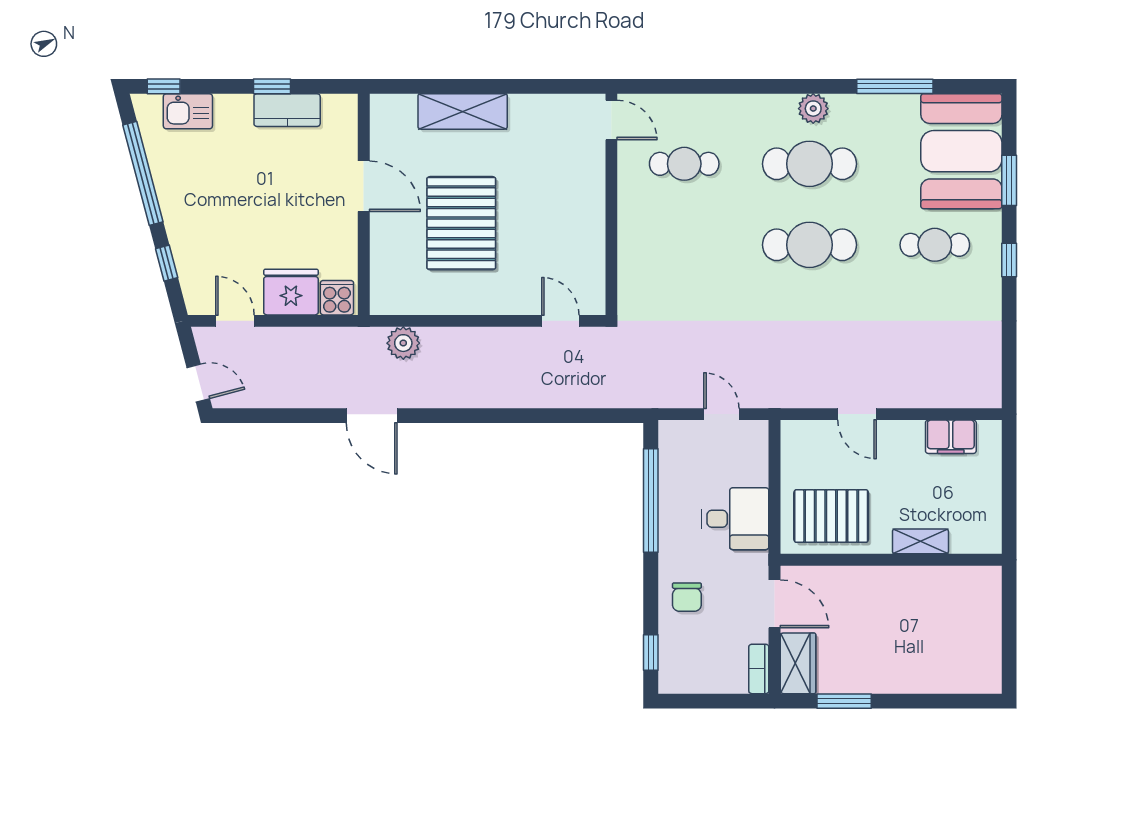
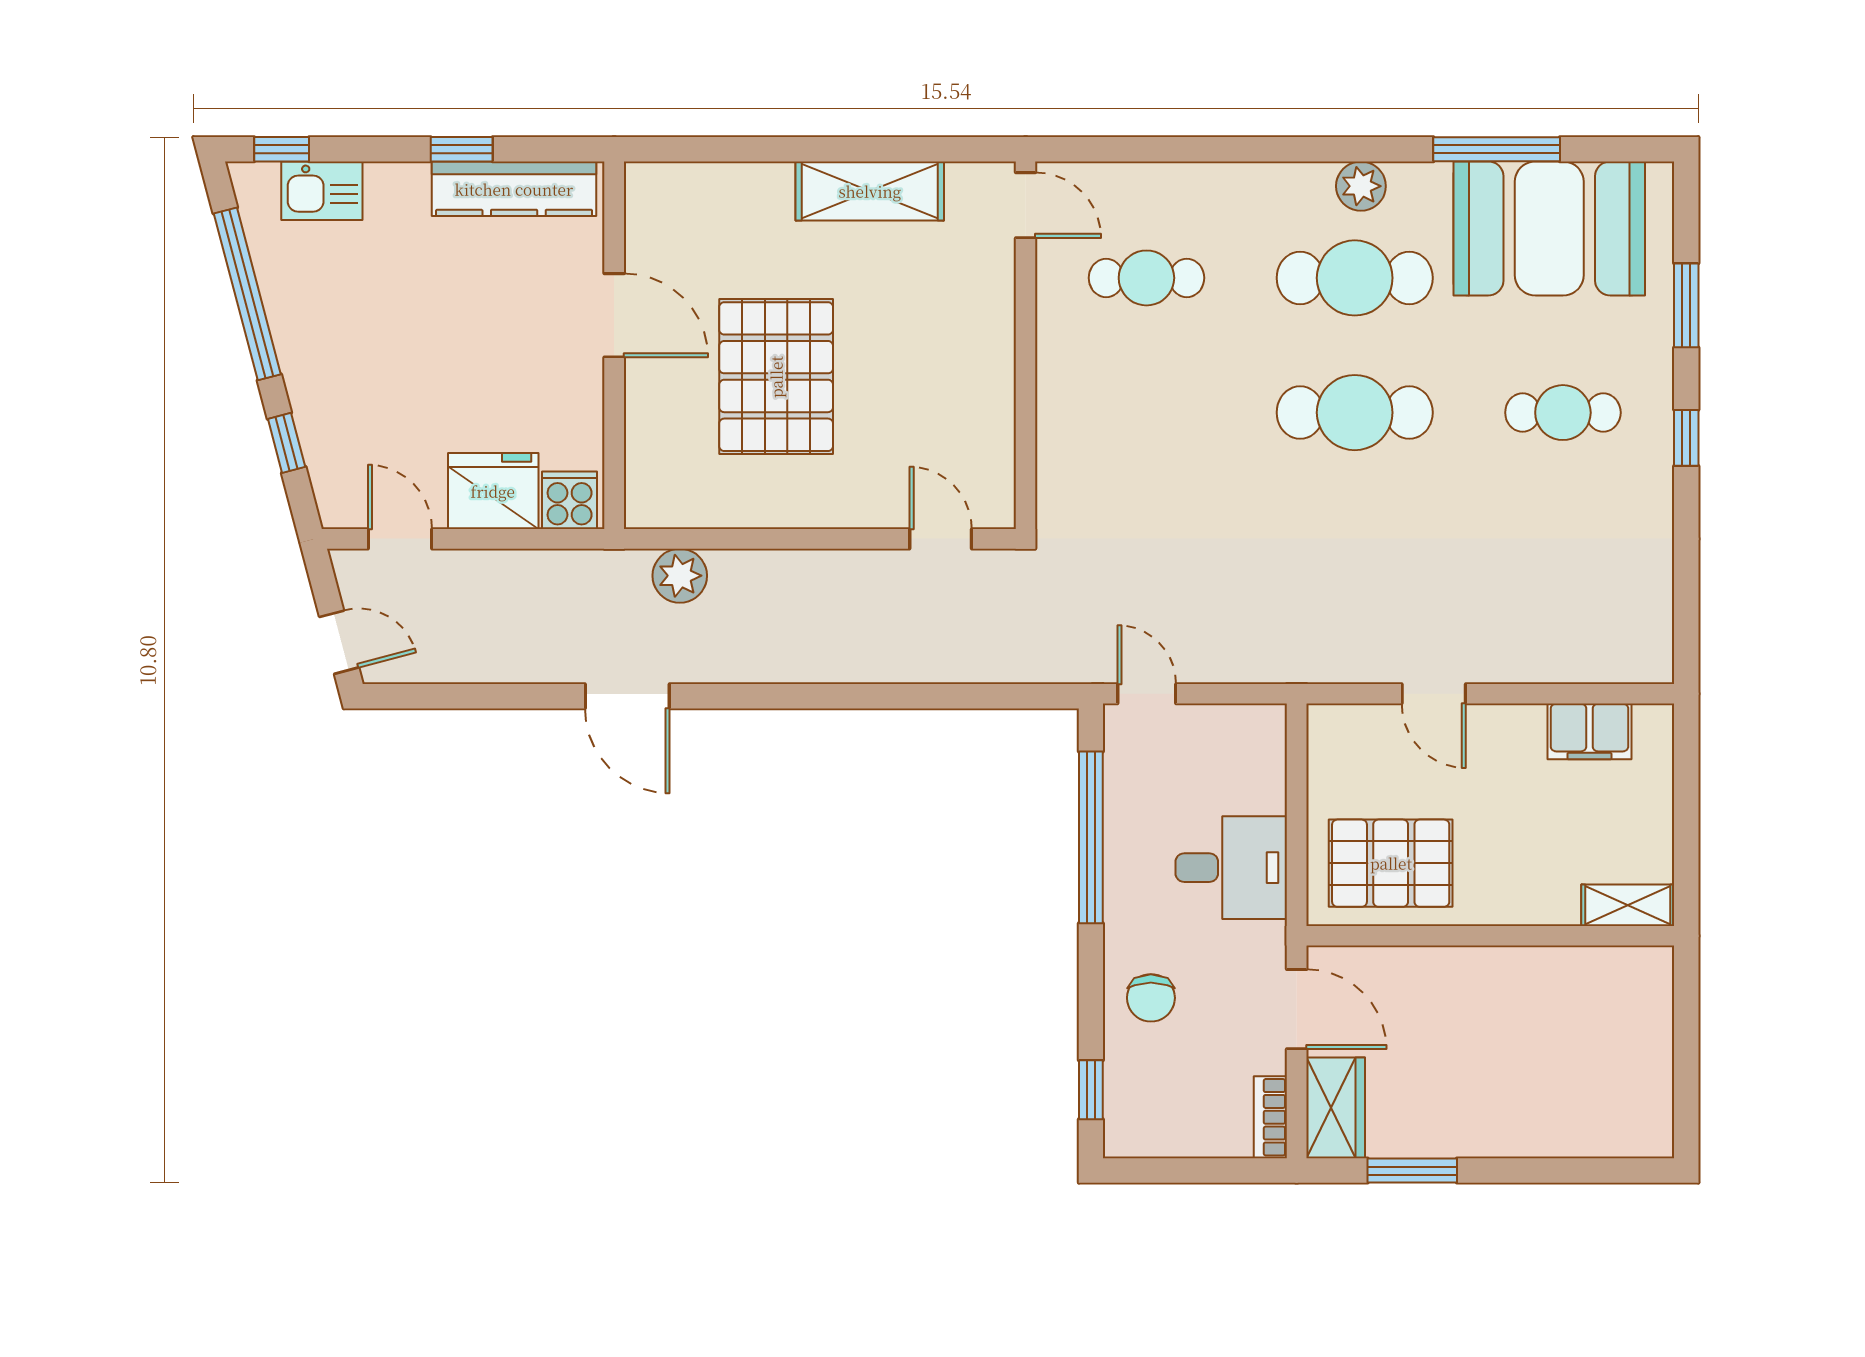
kitchen counter: (287, 110) -> (514, 189), width x1.50
shelving: (463, 111) -> (870, 191), moved
booth: (961, 151) -> (1549, 228), moved, turned 90
door: (721, 414) -> (1147, 694), moved
shelving: (920, 541) -> (1628, 905), moved

